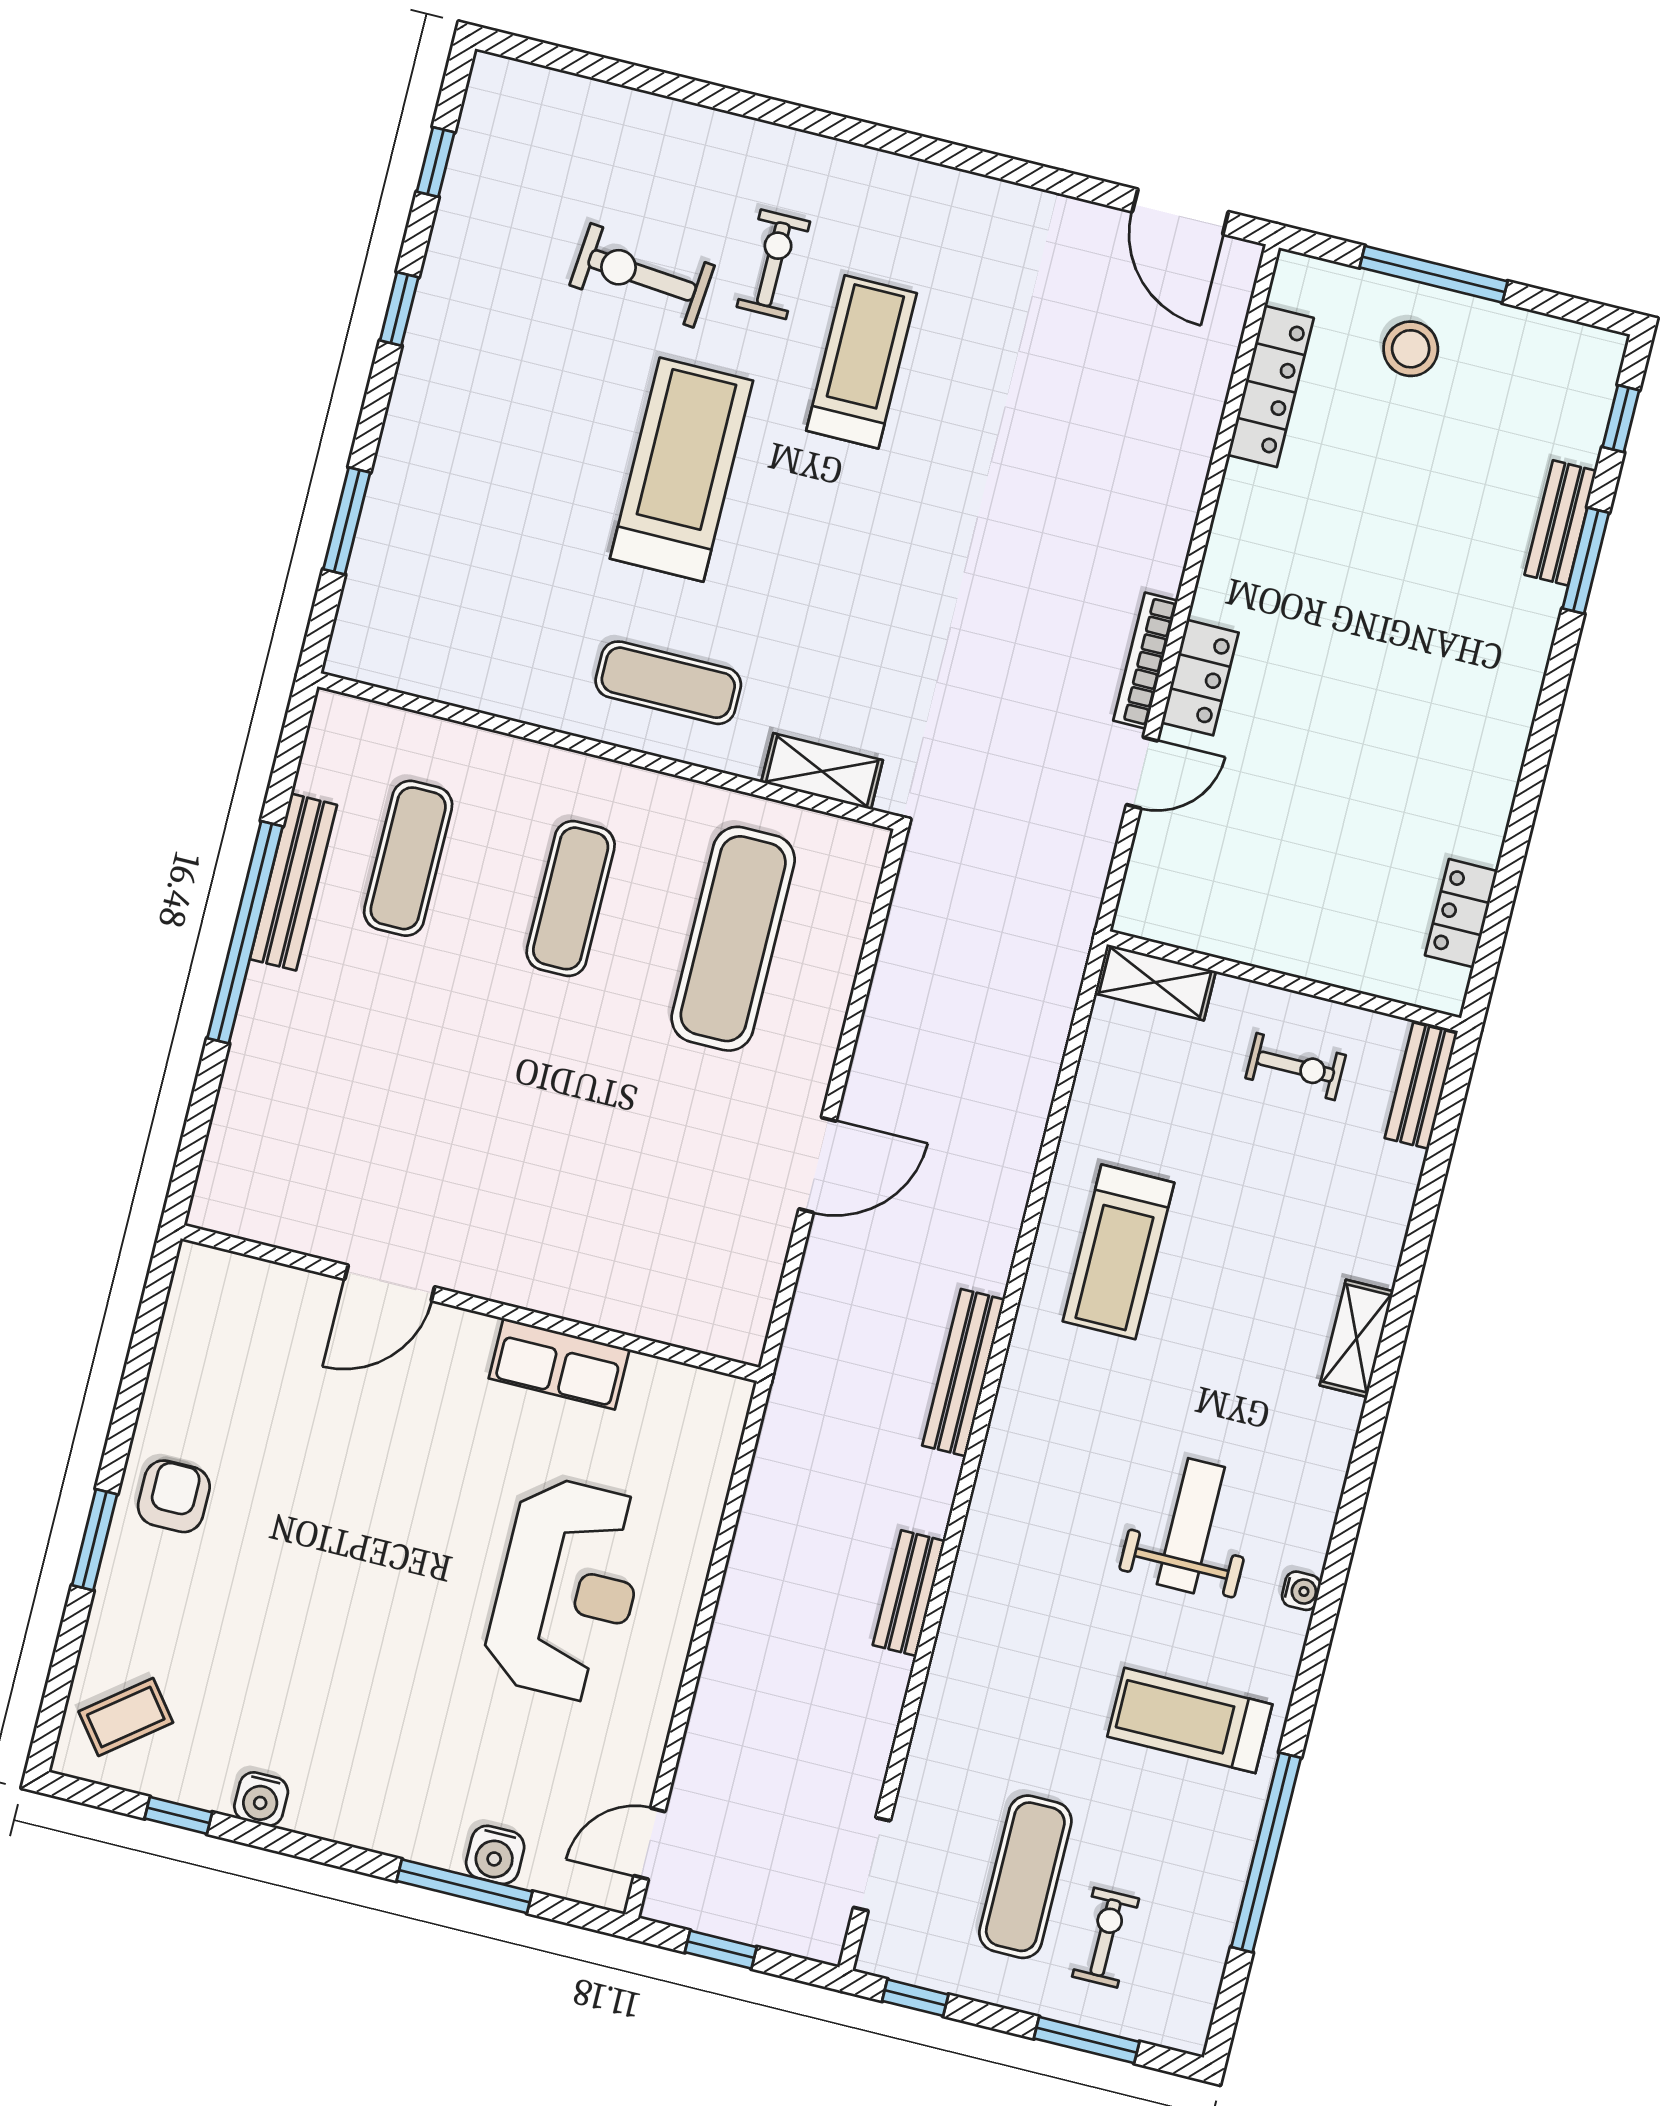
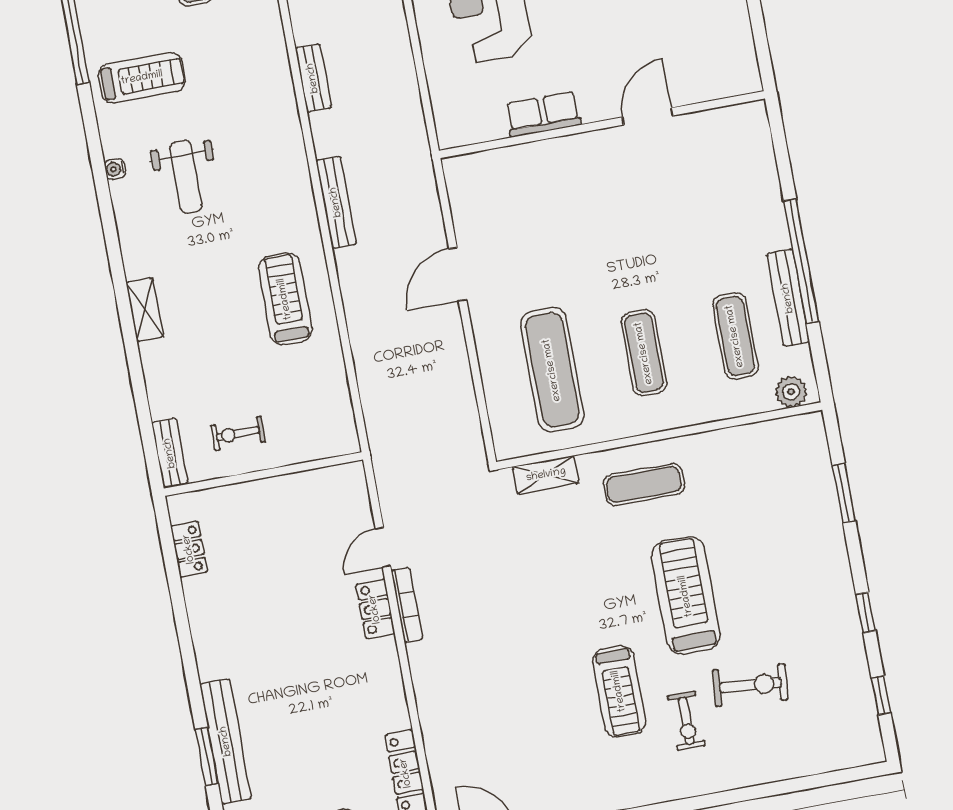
treadmill: (682, 470) -> (686, 596), turned 180
bench: (1560, 523) -> (226, 741), width x1.86, depth x1.21
plant: (358, 726) -> (791, 392), added
shelving: (1155, 982) -> (328, 444), removed

